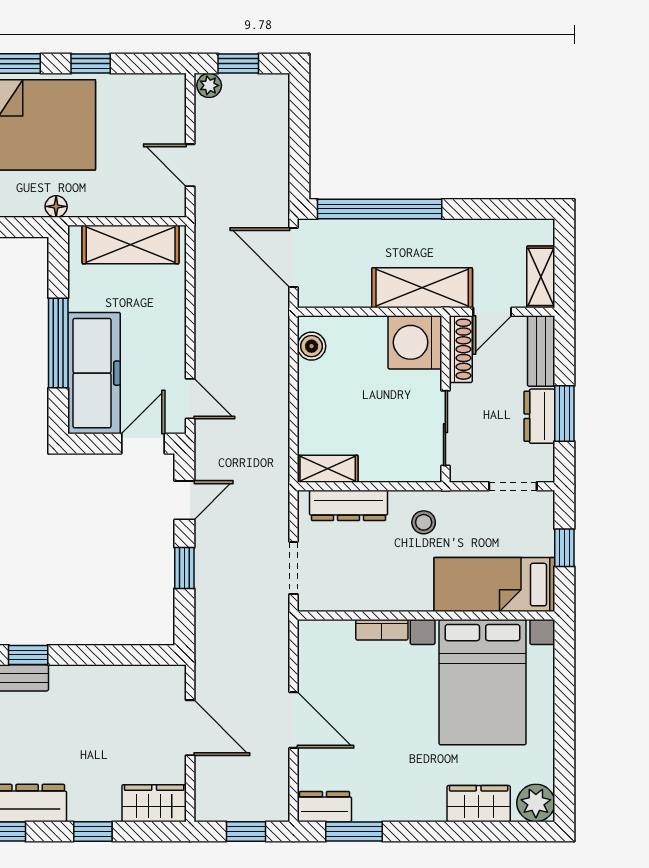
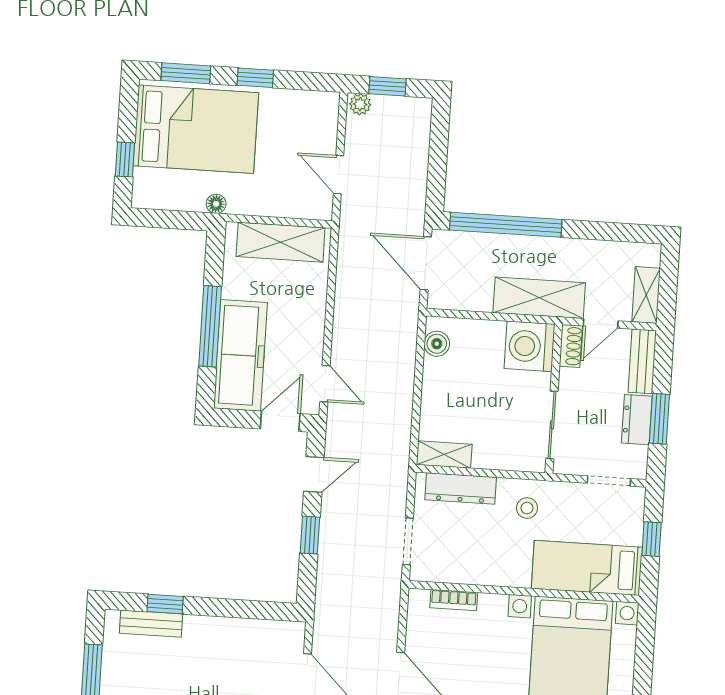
shoe rack: (461, 349) -> (571, 346), width x0.70
bookcase: (382, 630) -> (454, 600), moved

